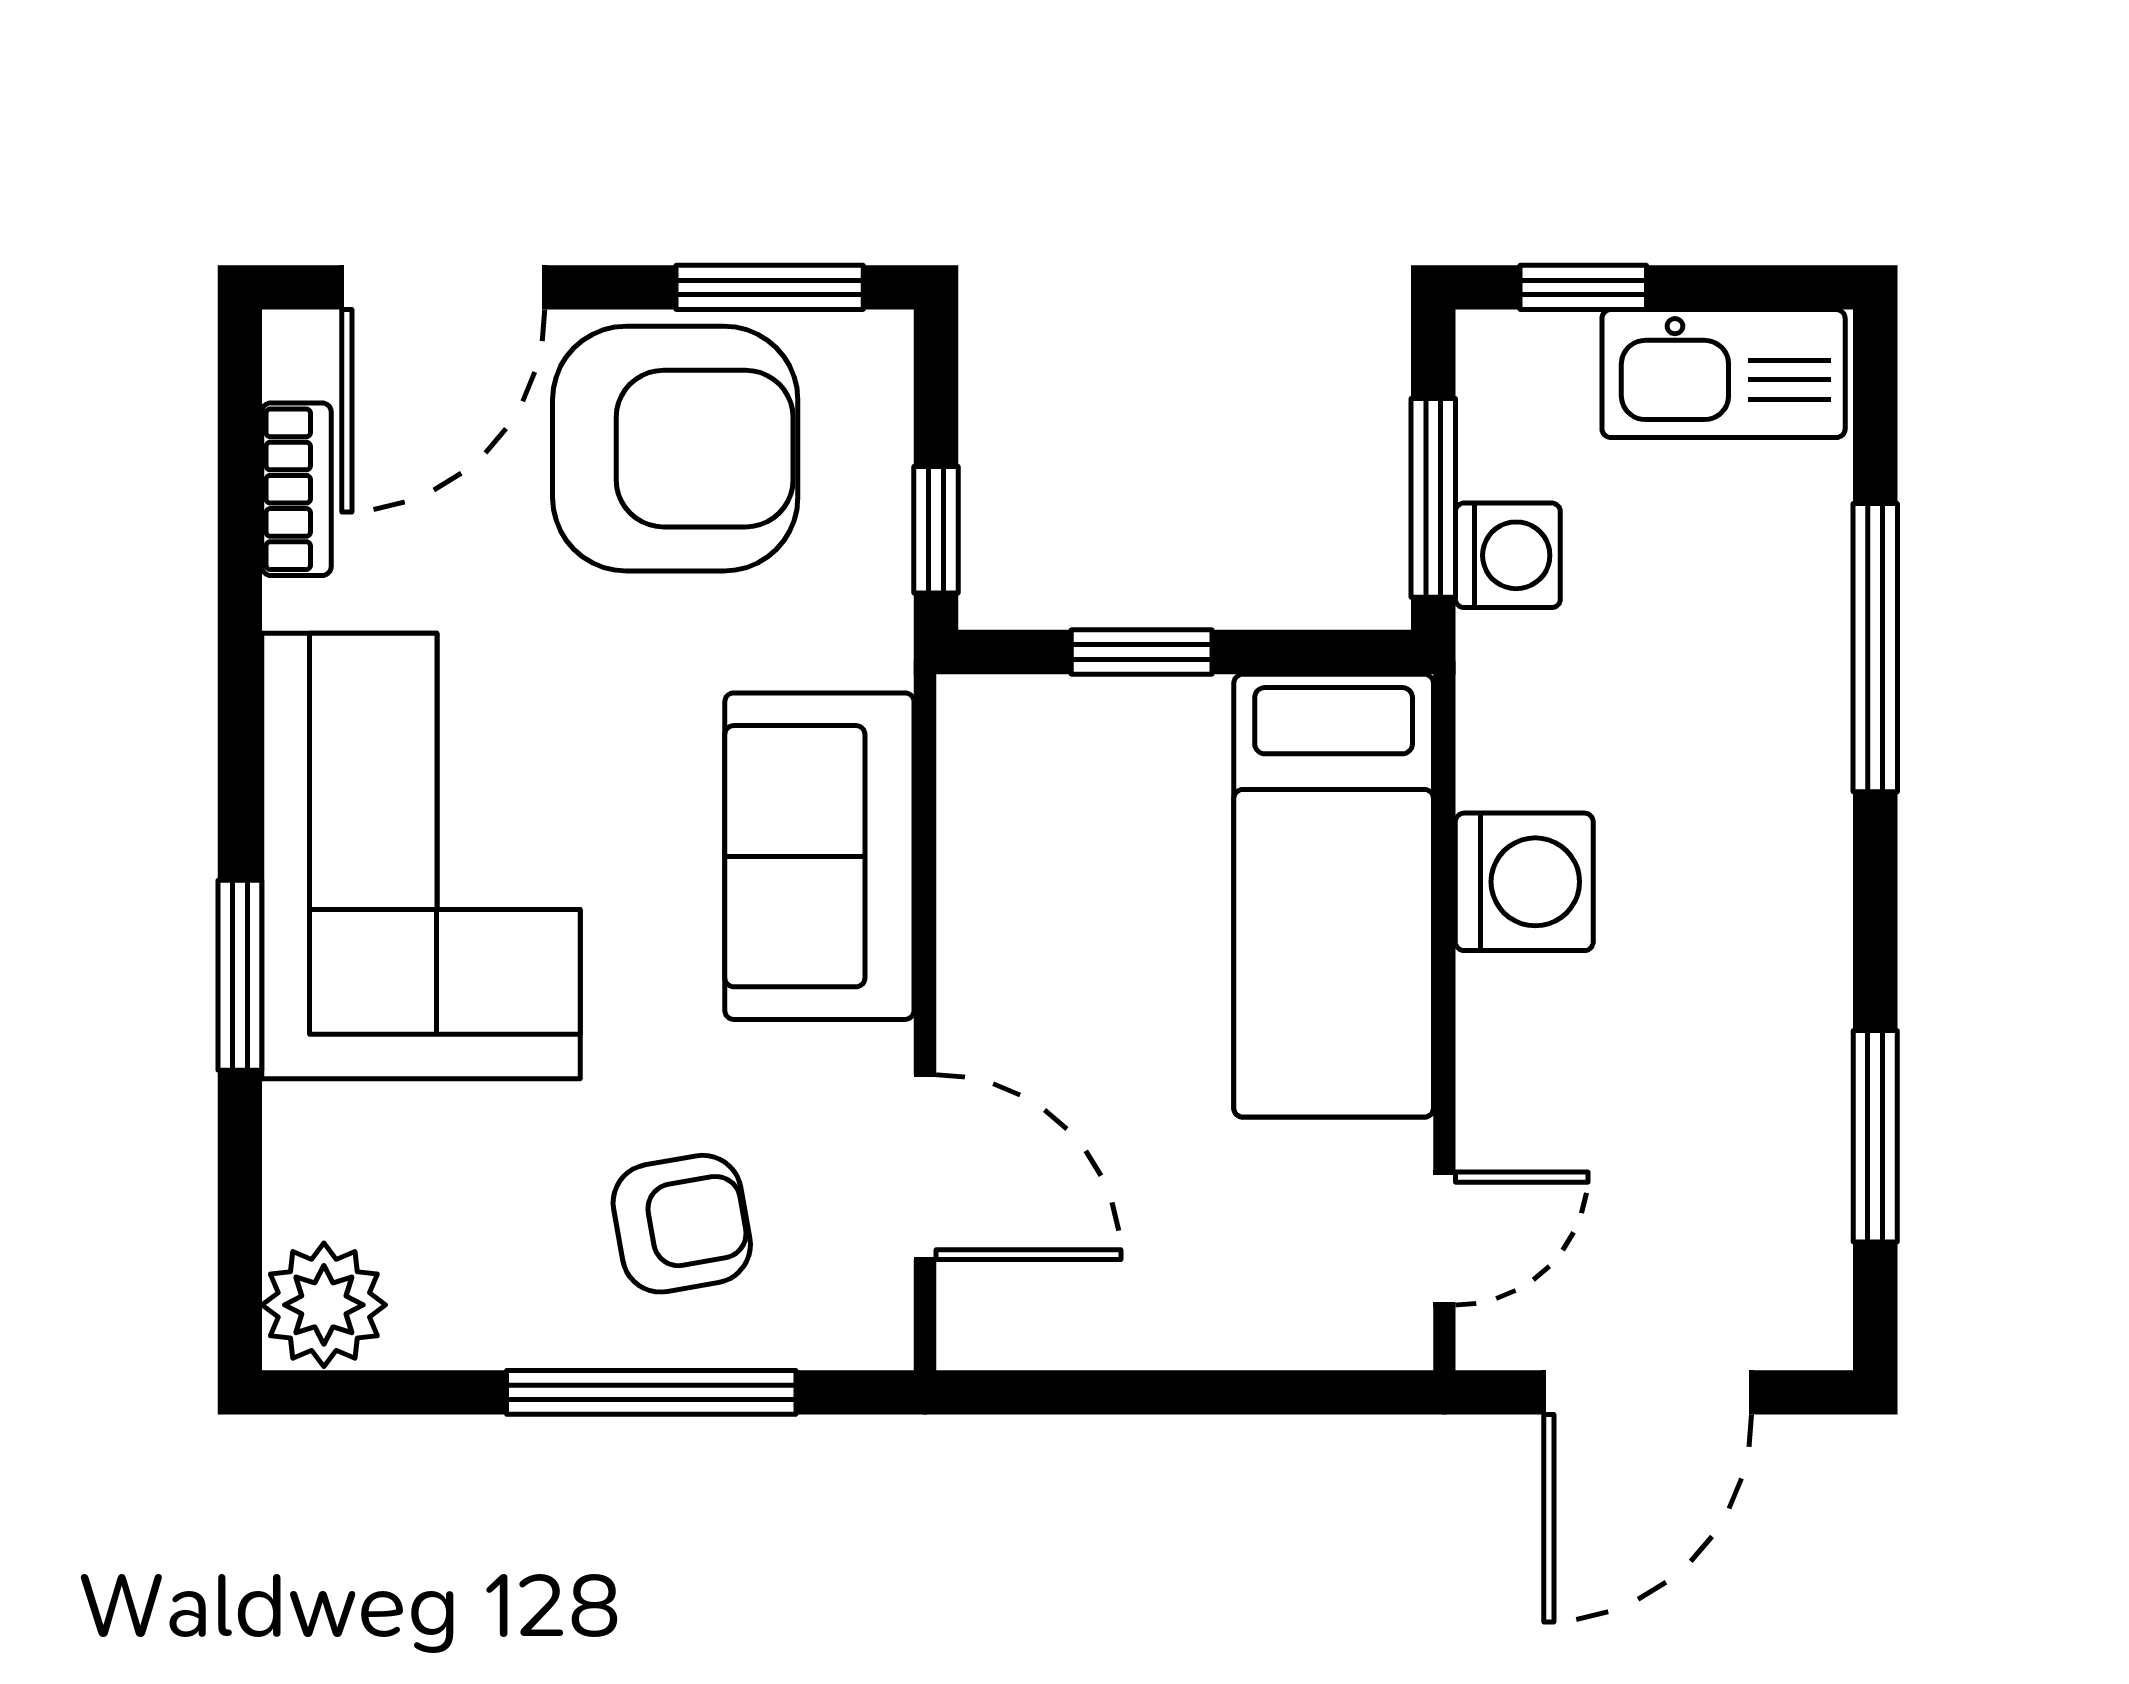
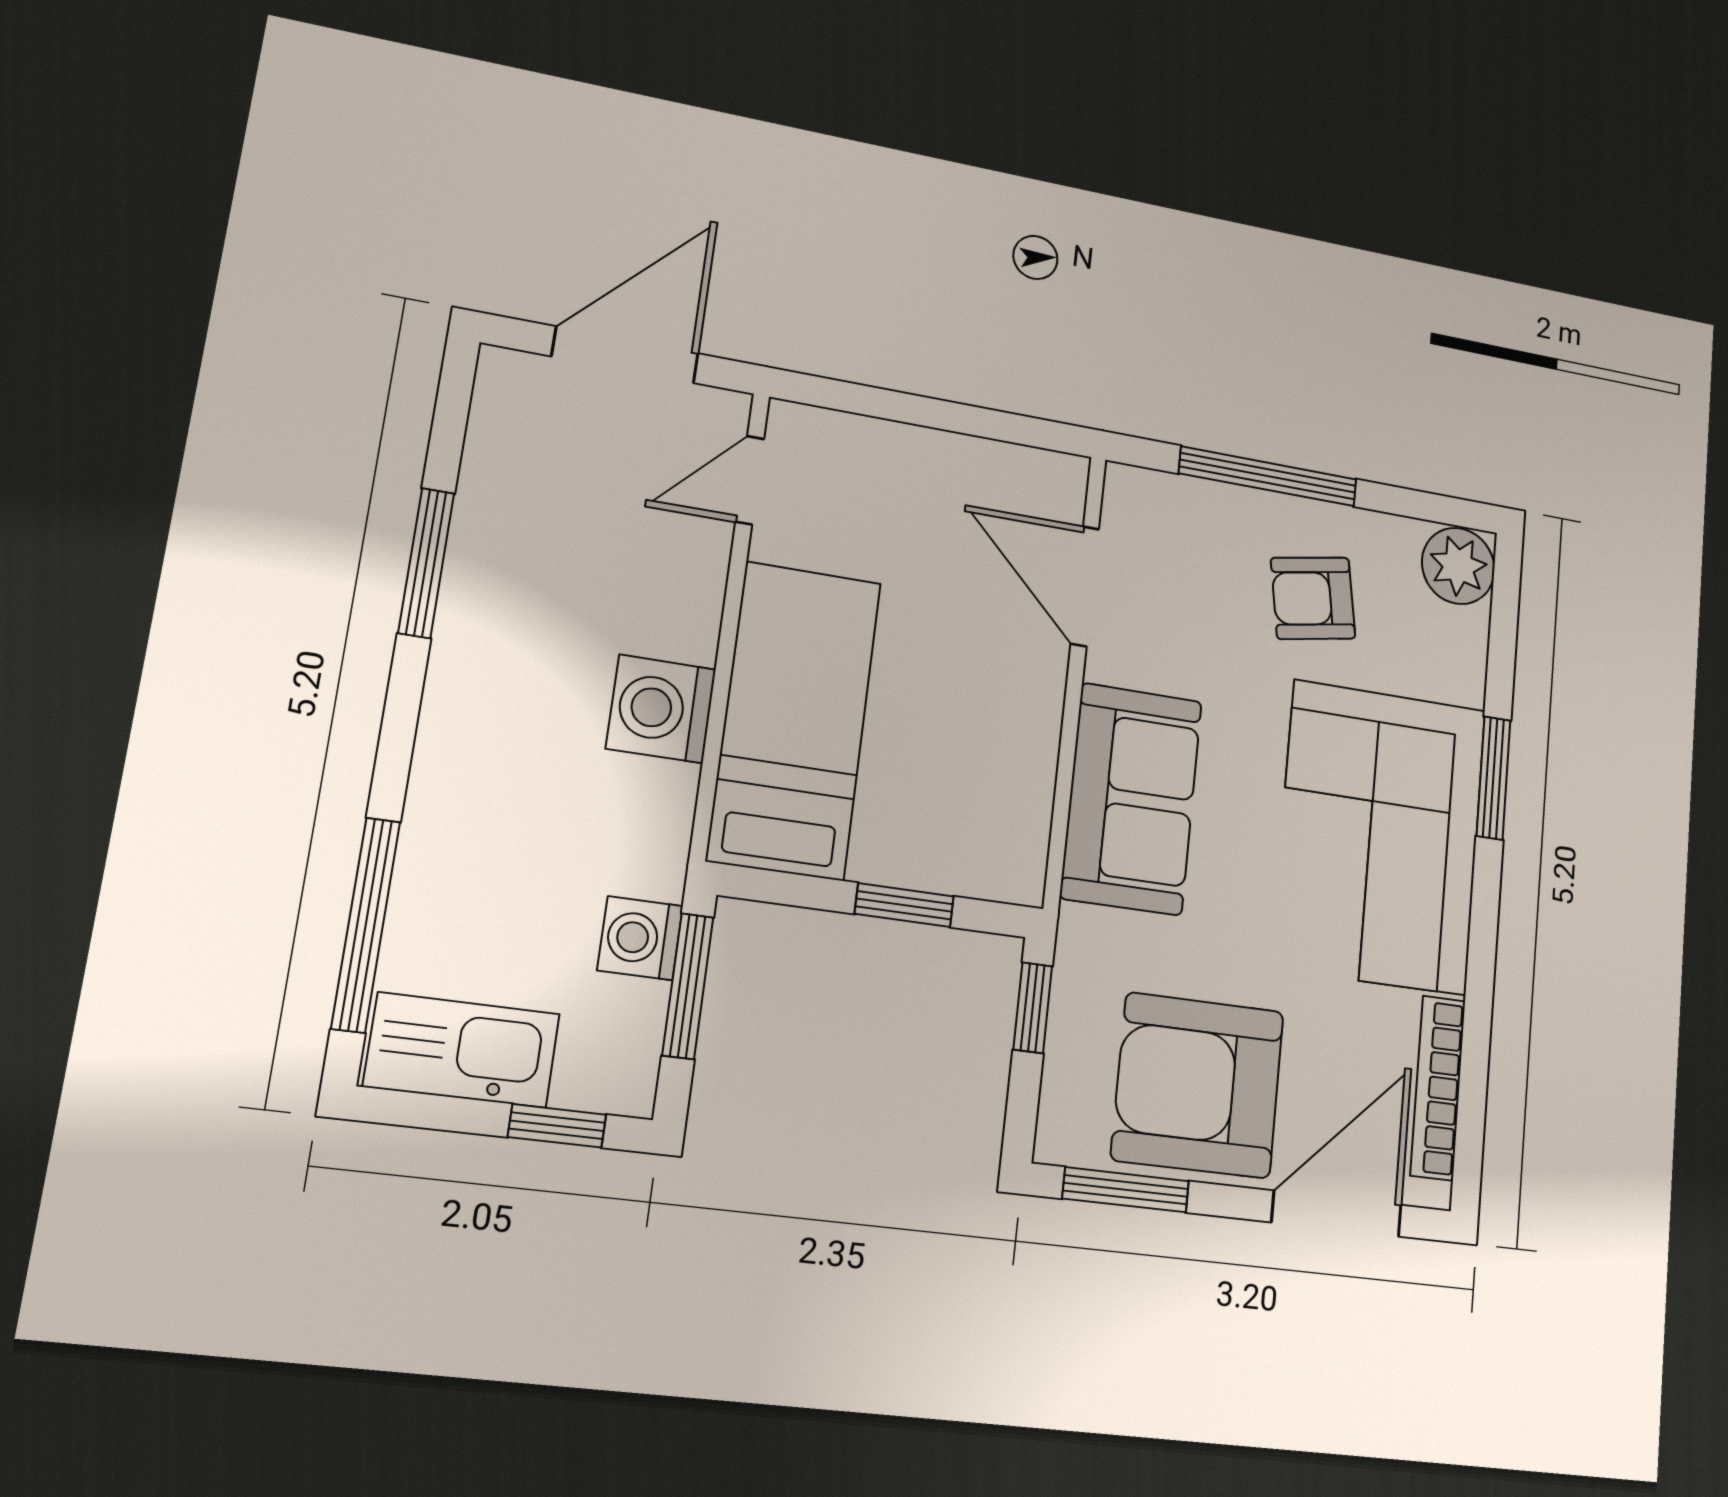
bookcase: (297, 489) -> (1438, 1088), width x1.56
window: (1875, 648) -> (366, 925), moved
window: (1875, 1136) -> (426, 563), moved
armchair: (682, 1224) -> (1313, 598), moved

